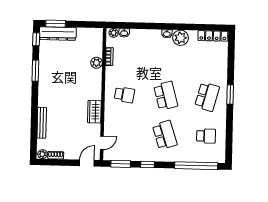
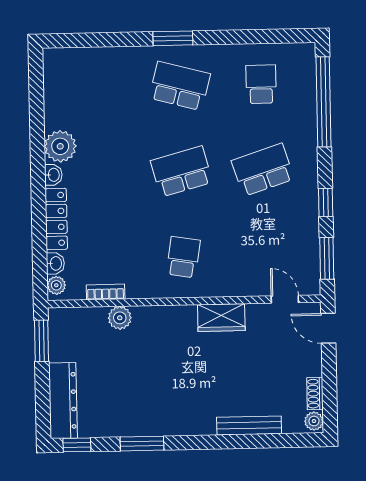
window: (56, 24) -> (41, 341), moved
locker: (213, 36) -> (56, 219), moved

